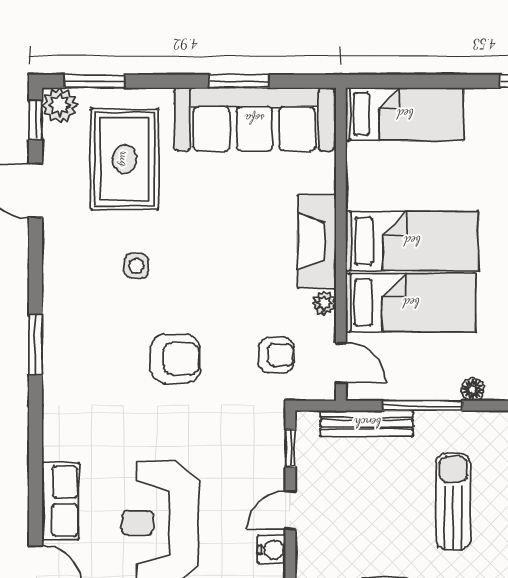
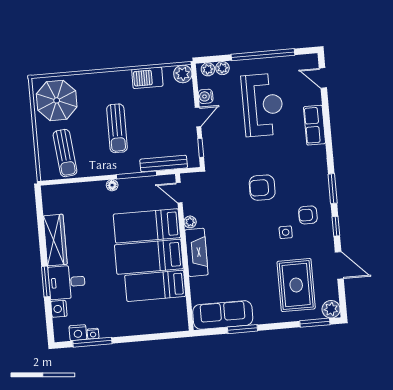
bed: (405, 114) -> (155, 286), moved
sofa: (254, 119) -> (223, 315), width x0.74, depth x0.79
window: (36, 120) -> (336, 226), moved
armchair: (276, 355) -> (308, 215), moved
row of seats: (60, 501) -> (315, 125), moved

